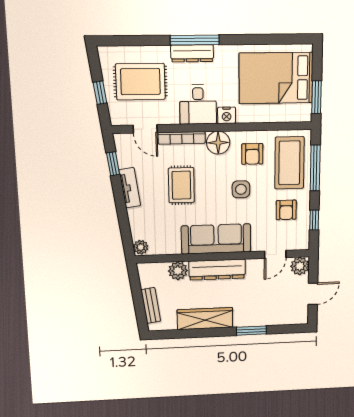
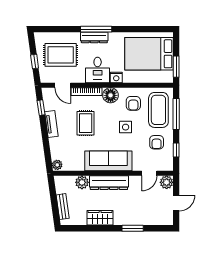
wardrobe: (205, 319) -> (100, 218), width x0.67

